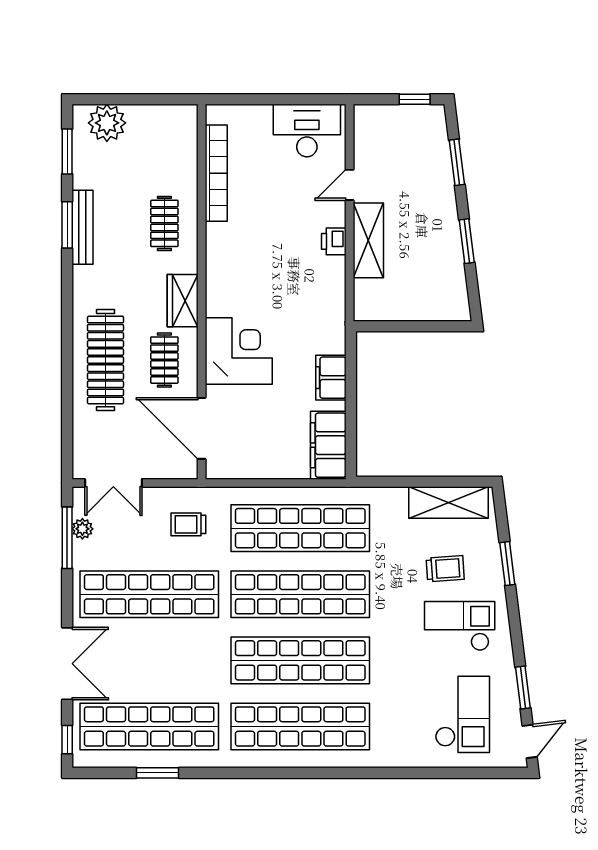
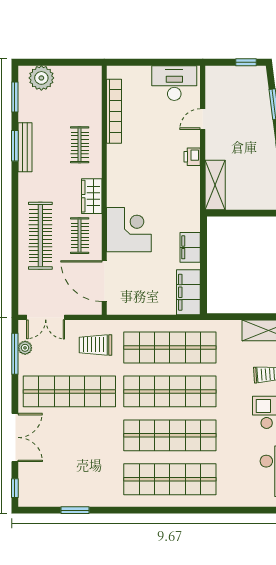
shelving: (368, 240) -> (215, 185), moved
trolley: (188, 524) -> (96, 345), width x1.36, depth x1.39
shop shelf: (149, 726) -> (69, 479), removed

